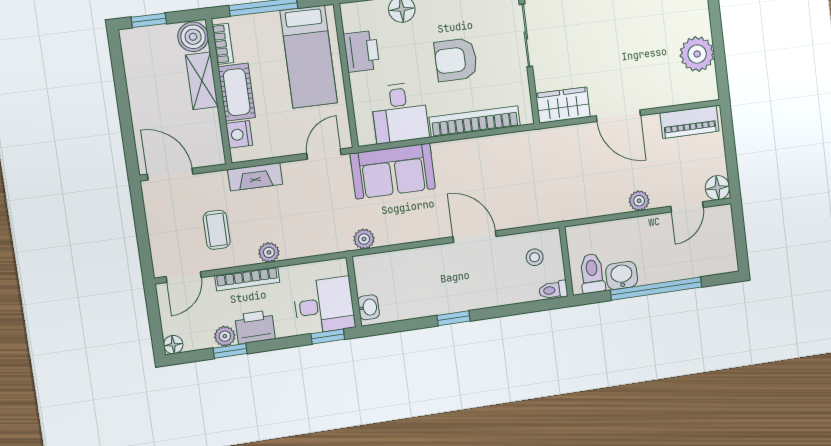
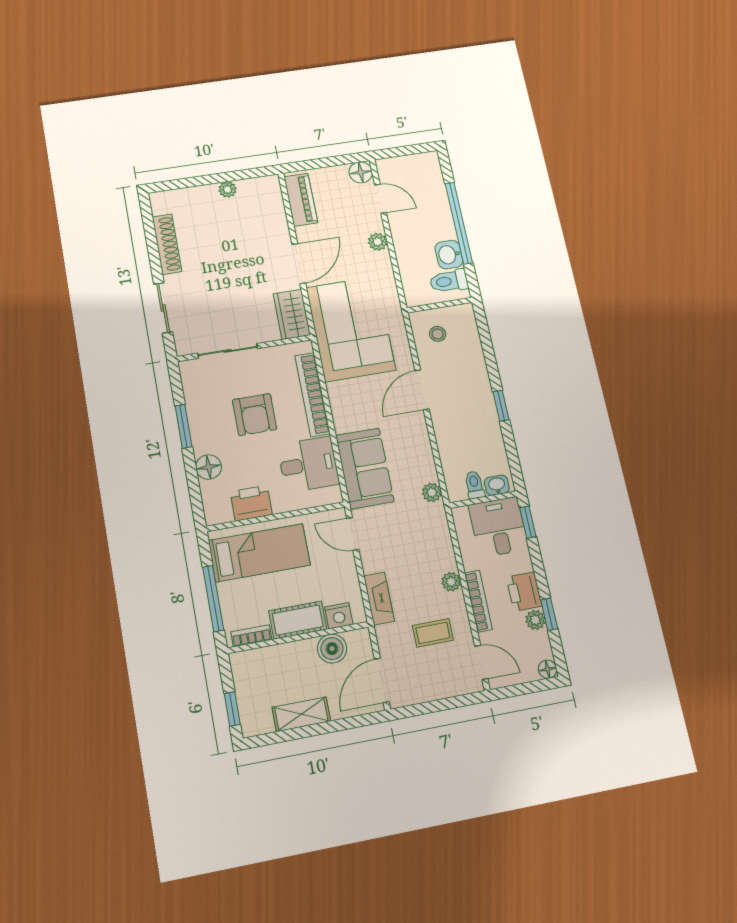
boiler: (193, 37) -> (332, 649), moved
plant: (697, 54) -> (228, 189), width x0.53, depth x0.53
shelving: (202, 81) -> (301, 714), moved
corner sofa: (544, 166) -> (351, 329), added
toilet: (553, 290) -> (474, 485), moved, turned 180

